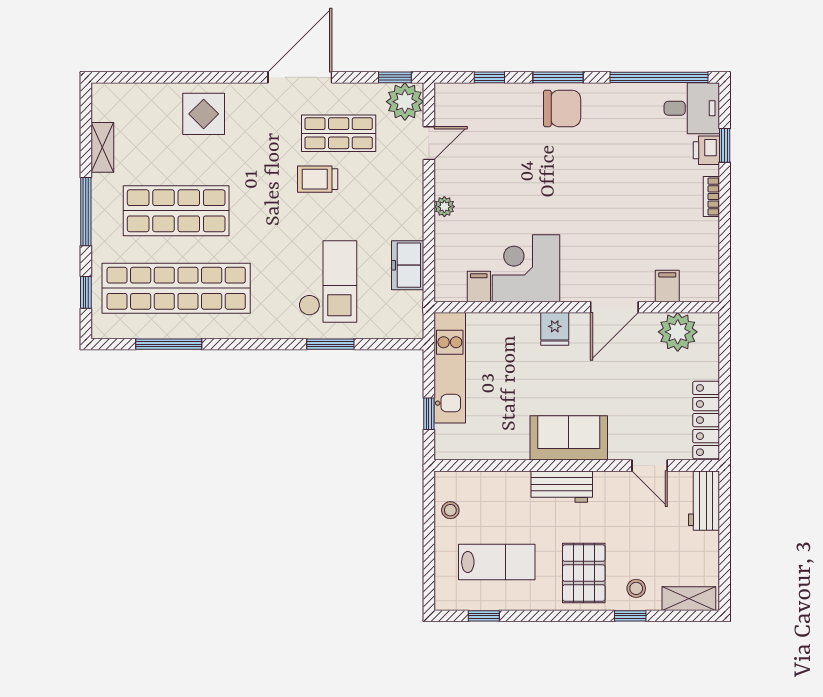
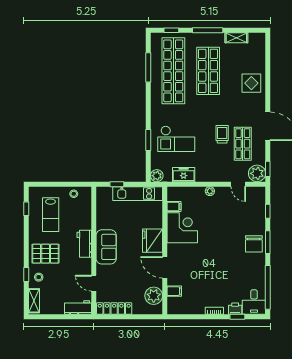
plant: (410, 325) -> (157, 176), added
fridge: (555, 329) -> (153, 241), width x1.88, depth x1.34
door: (650, 465) -> (94, 283), hinge flipped

